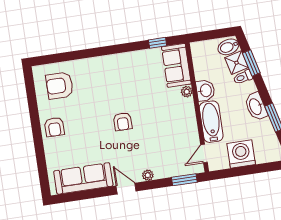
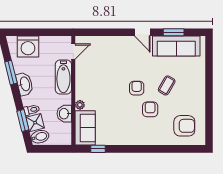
washbasin: (205, 90) -> (64, 114), moved
armchair: (54, 127) -> (150, 109), moved
coffee table: (88, 130) -> (167, 85), added
washing machine: (241, 154) -> (28, 47), moved
plant: (148, 175) -> (123, 41), removed
window: (184, 180) -> (174, 32), moved

